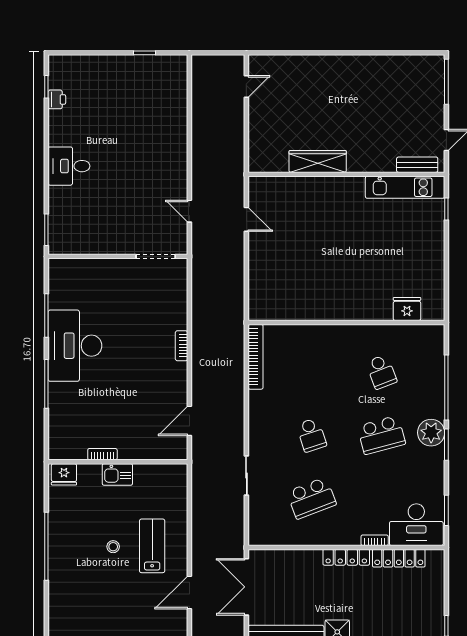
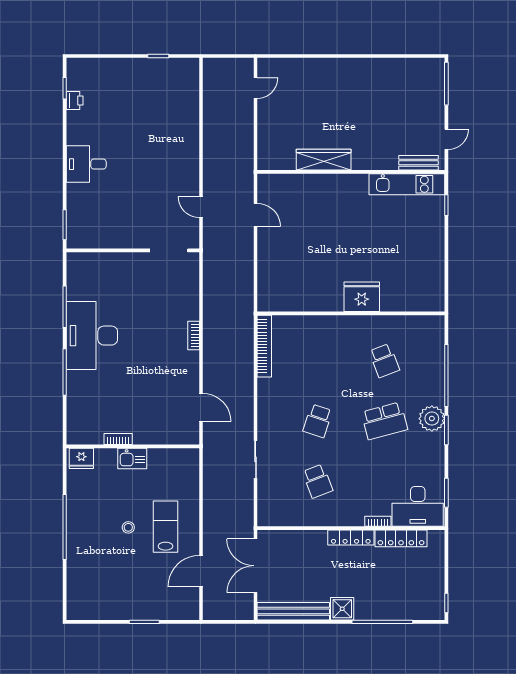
fridge: (407, 309) -> (362, 297), moved, width x1.36, depth x1.34
door: (189, 421) -> (201, 407), swing flipped
school desk: (311, 435) -> (318, 421), turned 36
school desk: (311, 498) -> (318, 481), width x0.54

